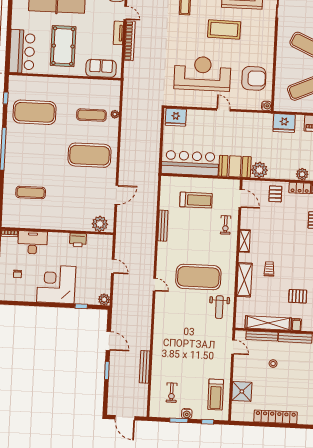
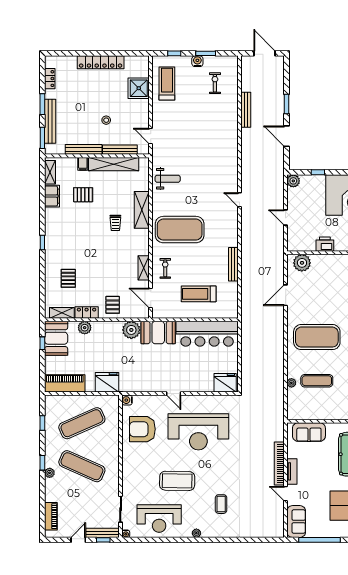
shelving: (245, 241) -> (144, 268), moved
exercise mat: (198, 277) -> (180, 230), moved
weight bench: (219, 307) -> (168, 179), turned 90

